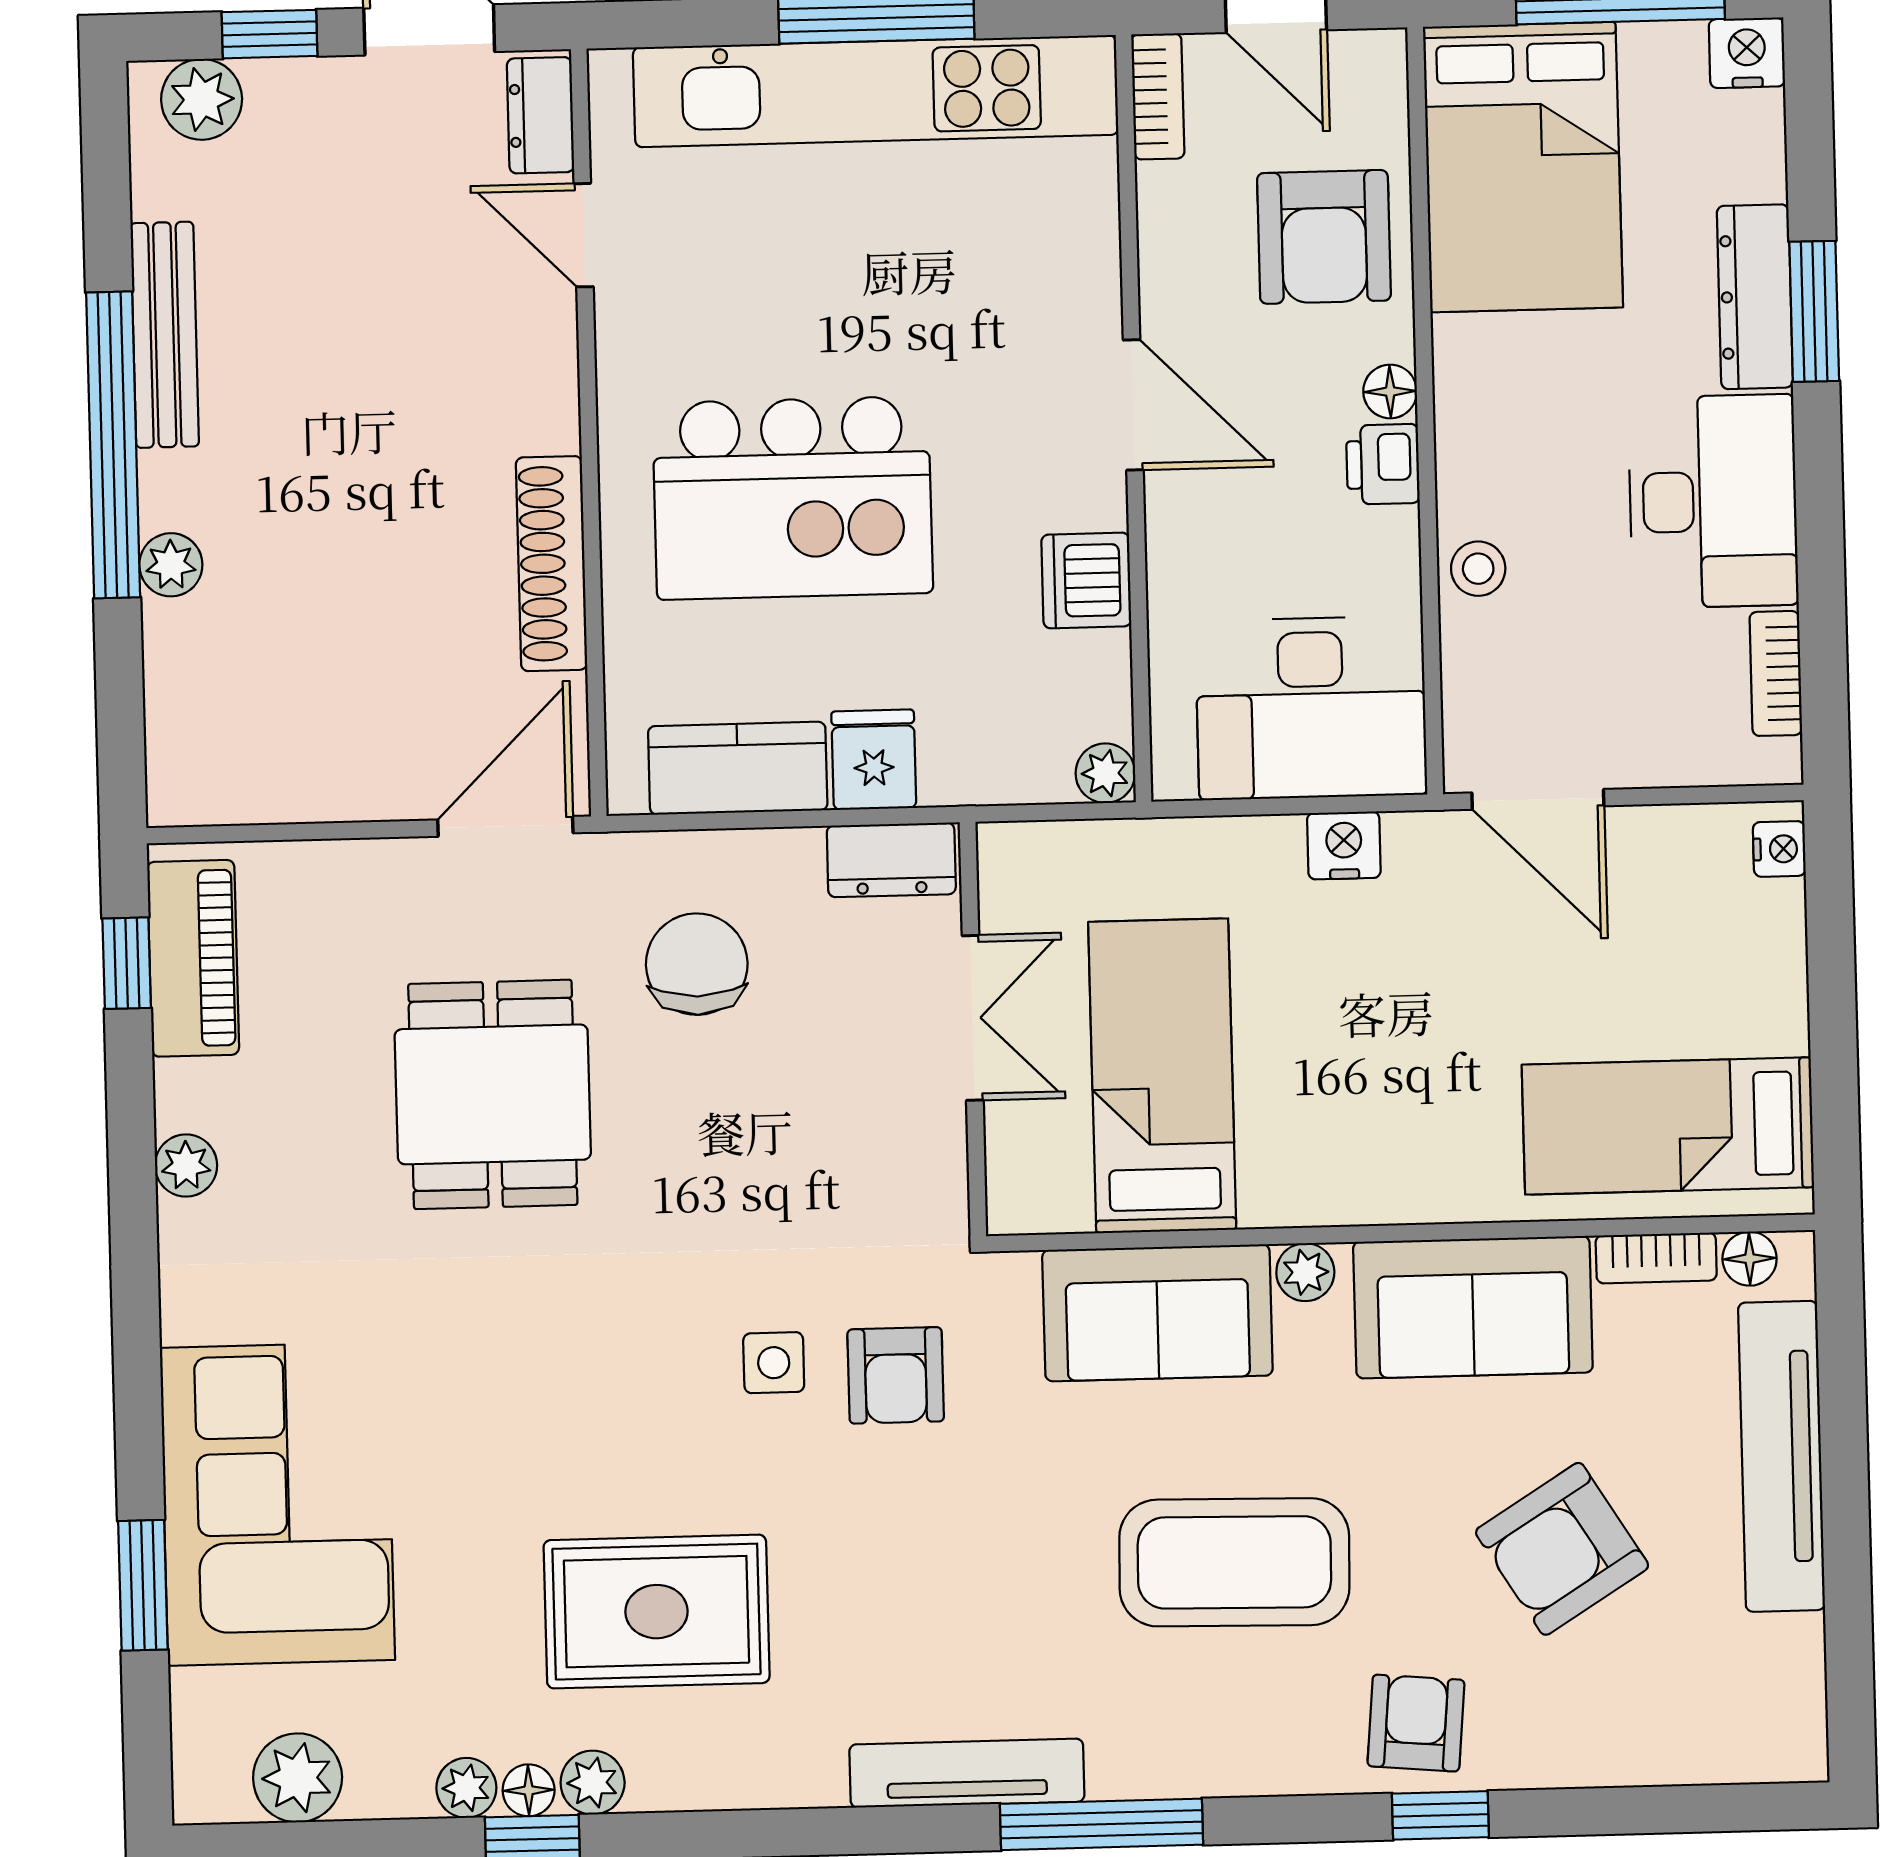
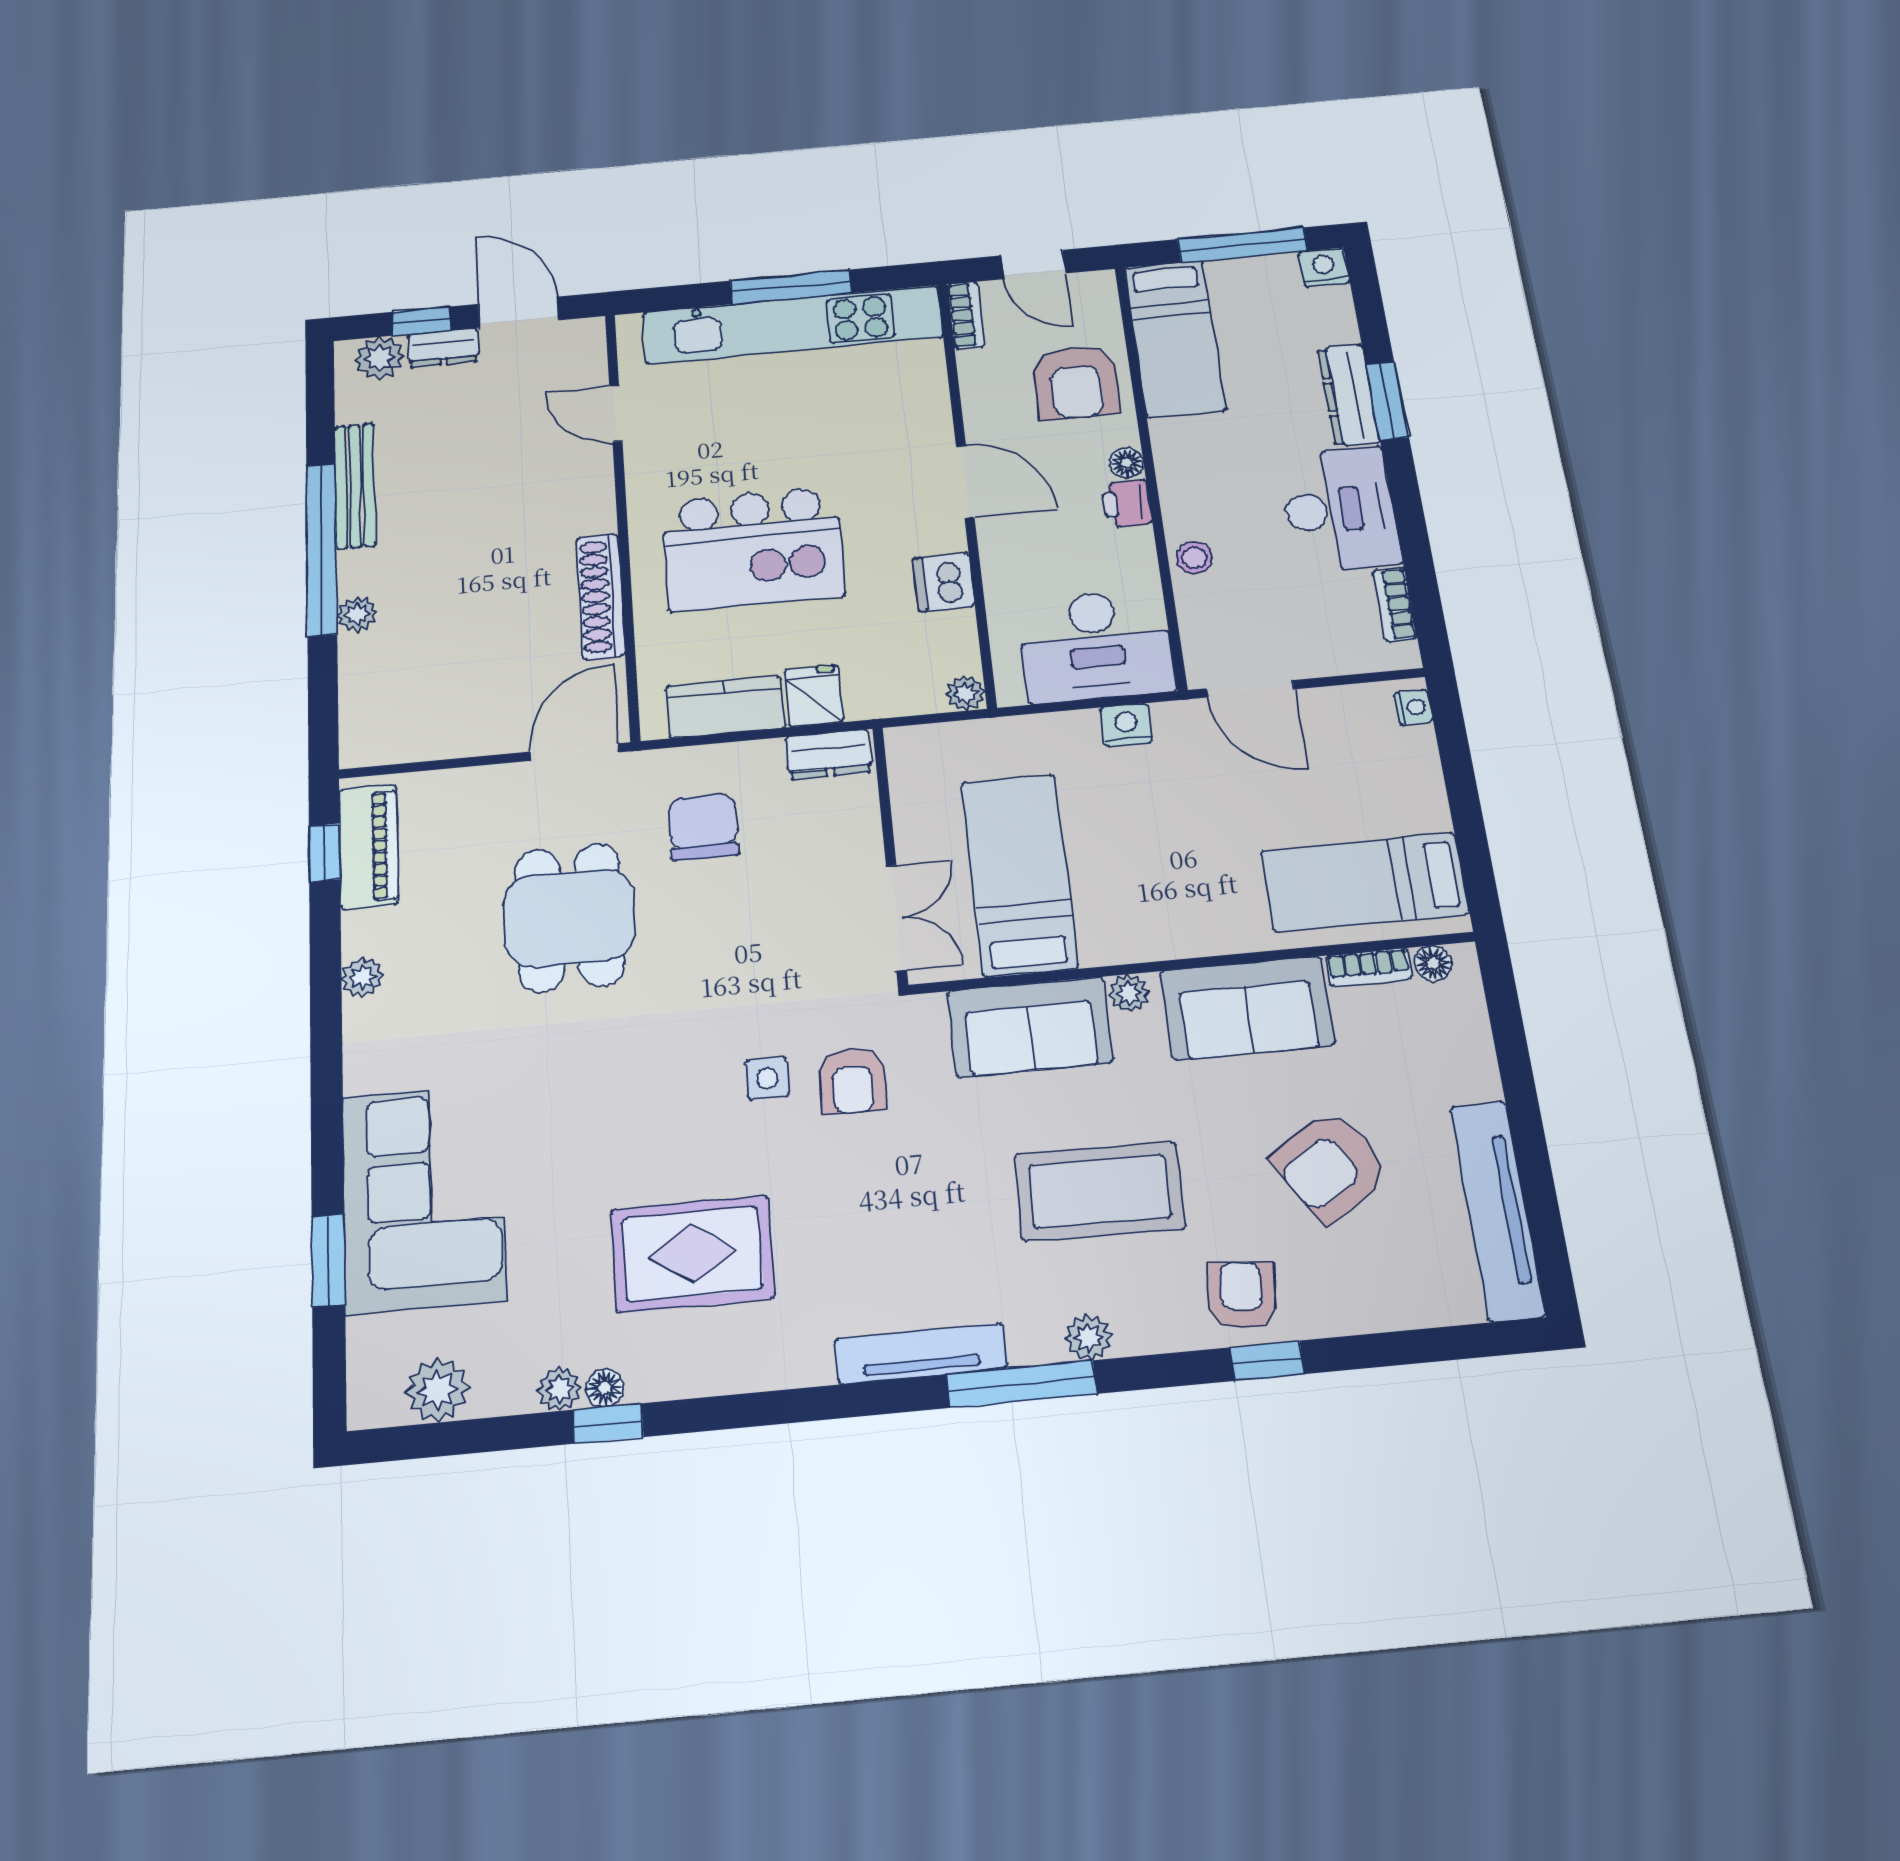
dresser: (540, 115) -> (443, 348), moved, turned -90
bed: (1523, 167) -> (1175, 338), width x0.67
double door: (973, 1018) -> (896, 918), moved
tv unit: (1782, 1456) -> (1497, 1210), moved
plant: (593, 1783) -> (1089, 1337), moved

